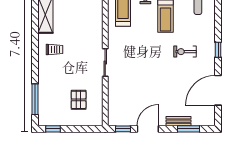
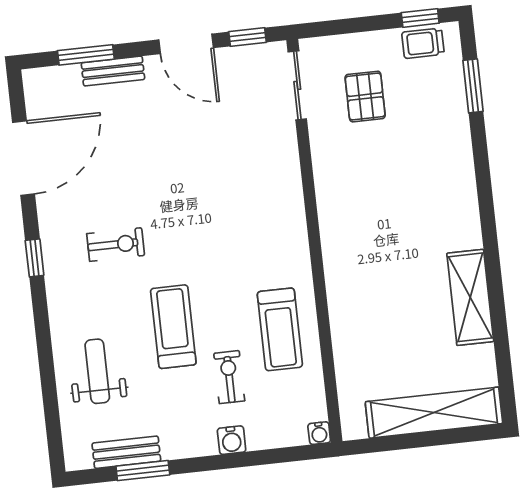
trolley: (54, 50) -> (423, 43), moved
sliding door: (105, 62) -> (297, 85), moved
window: (35, 99) -> (473, 86), width x0.69
door: (148, 129) -> (186, 44), hinge flipped

